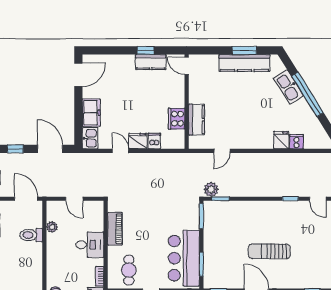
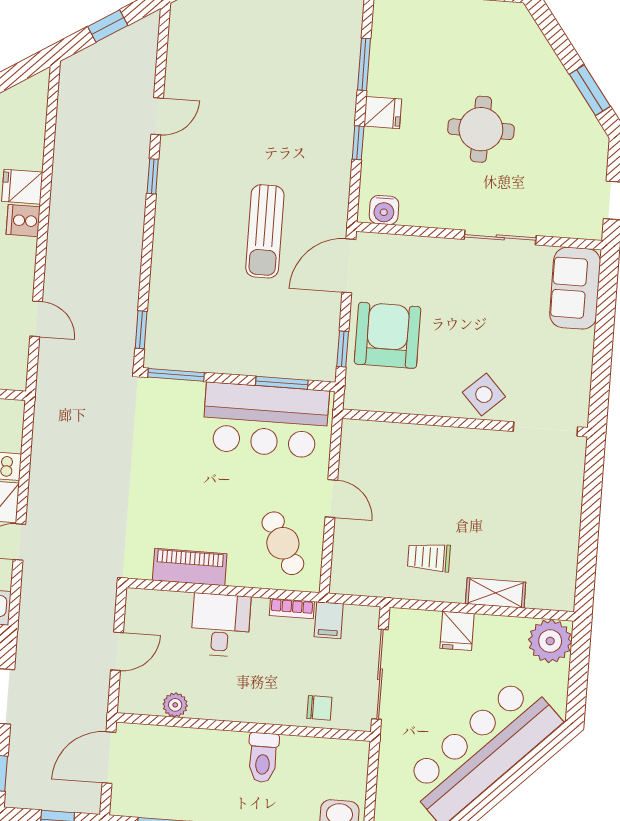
cooker: (296, 142) -> (23, 221), moved
plant: (211, 189) -> (119, 349), removed
toilet: (31, 235) -> (263, 758), moved
cafe table: (129, 270) -> (283, 543), turned 61

